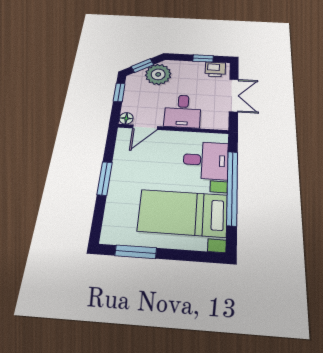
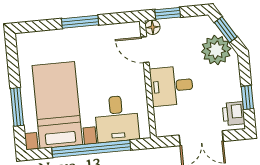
window: (119, 92) -> (168, 13), moved
window: (136, 252) -> (17, 107), moved

